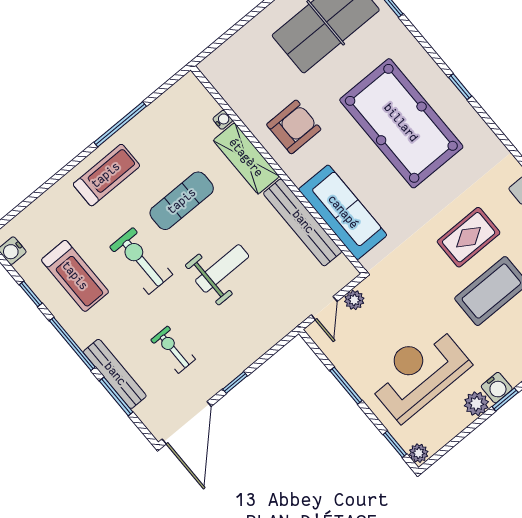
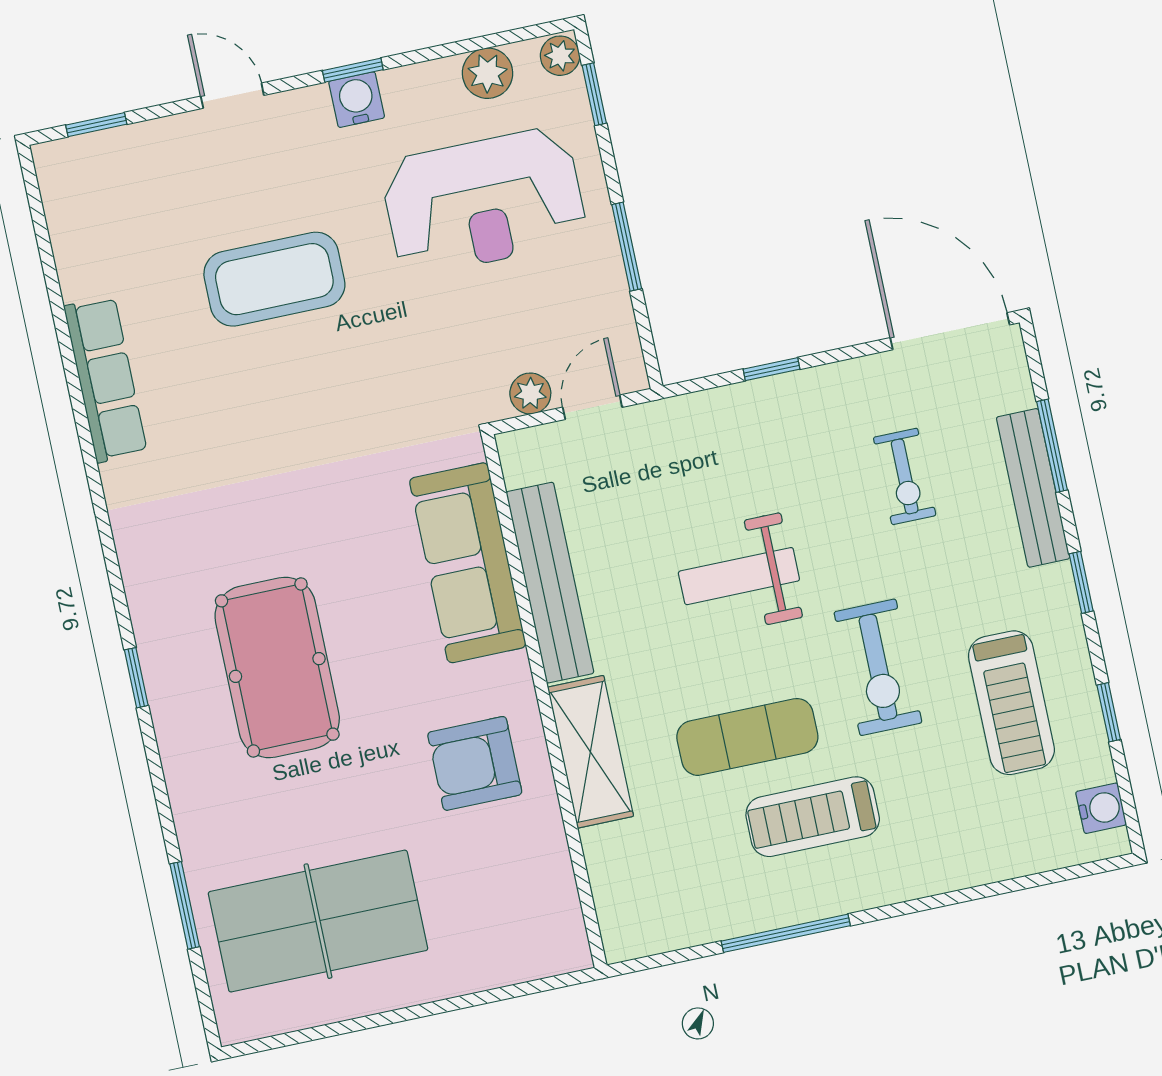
water cooler: (223, 120) -> (596, 844), removed
pool table: (401, 123) -> (277, 667), width x0.73, depth x0.76
treadmill: (106, 175) -> (813, 817), moved
rug: (469, 237) -> (264, 398), removed
treadmill: (75, 276) -> (1011, 703), turned 180
window: (72, 344) -> (1081, 582), width x0.46
window: (235, 383) -> (771, 369), moved
plant: (476, 404) -> (488, 73), moved
door: (187, 423) -> (950, 331), hinge flipped

